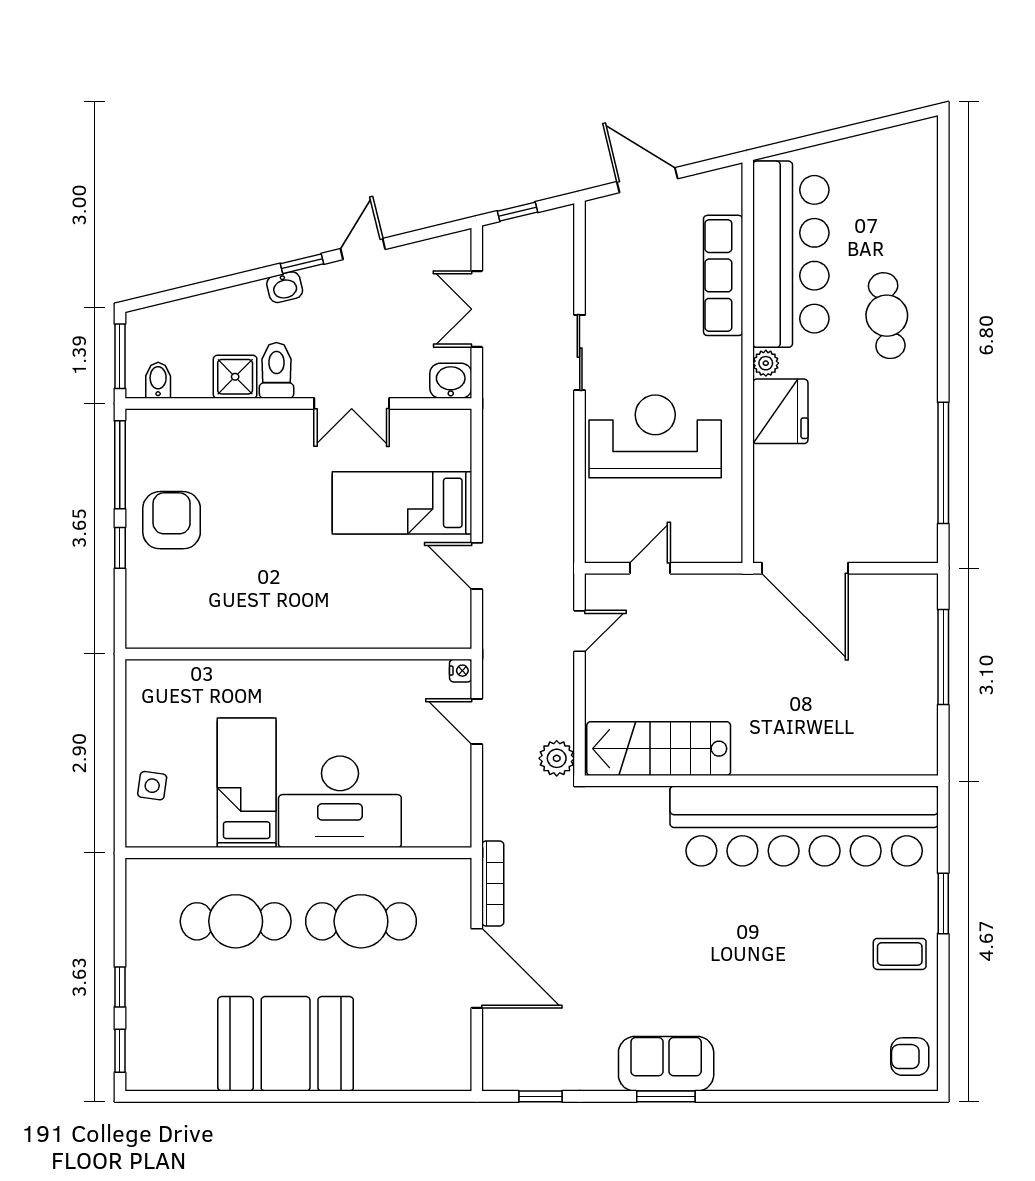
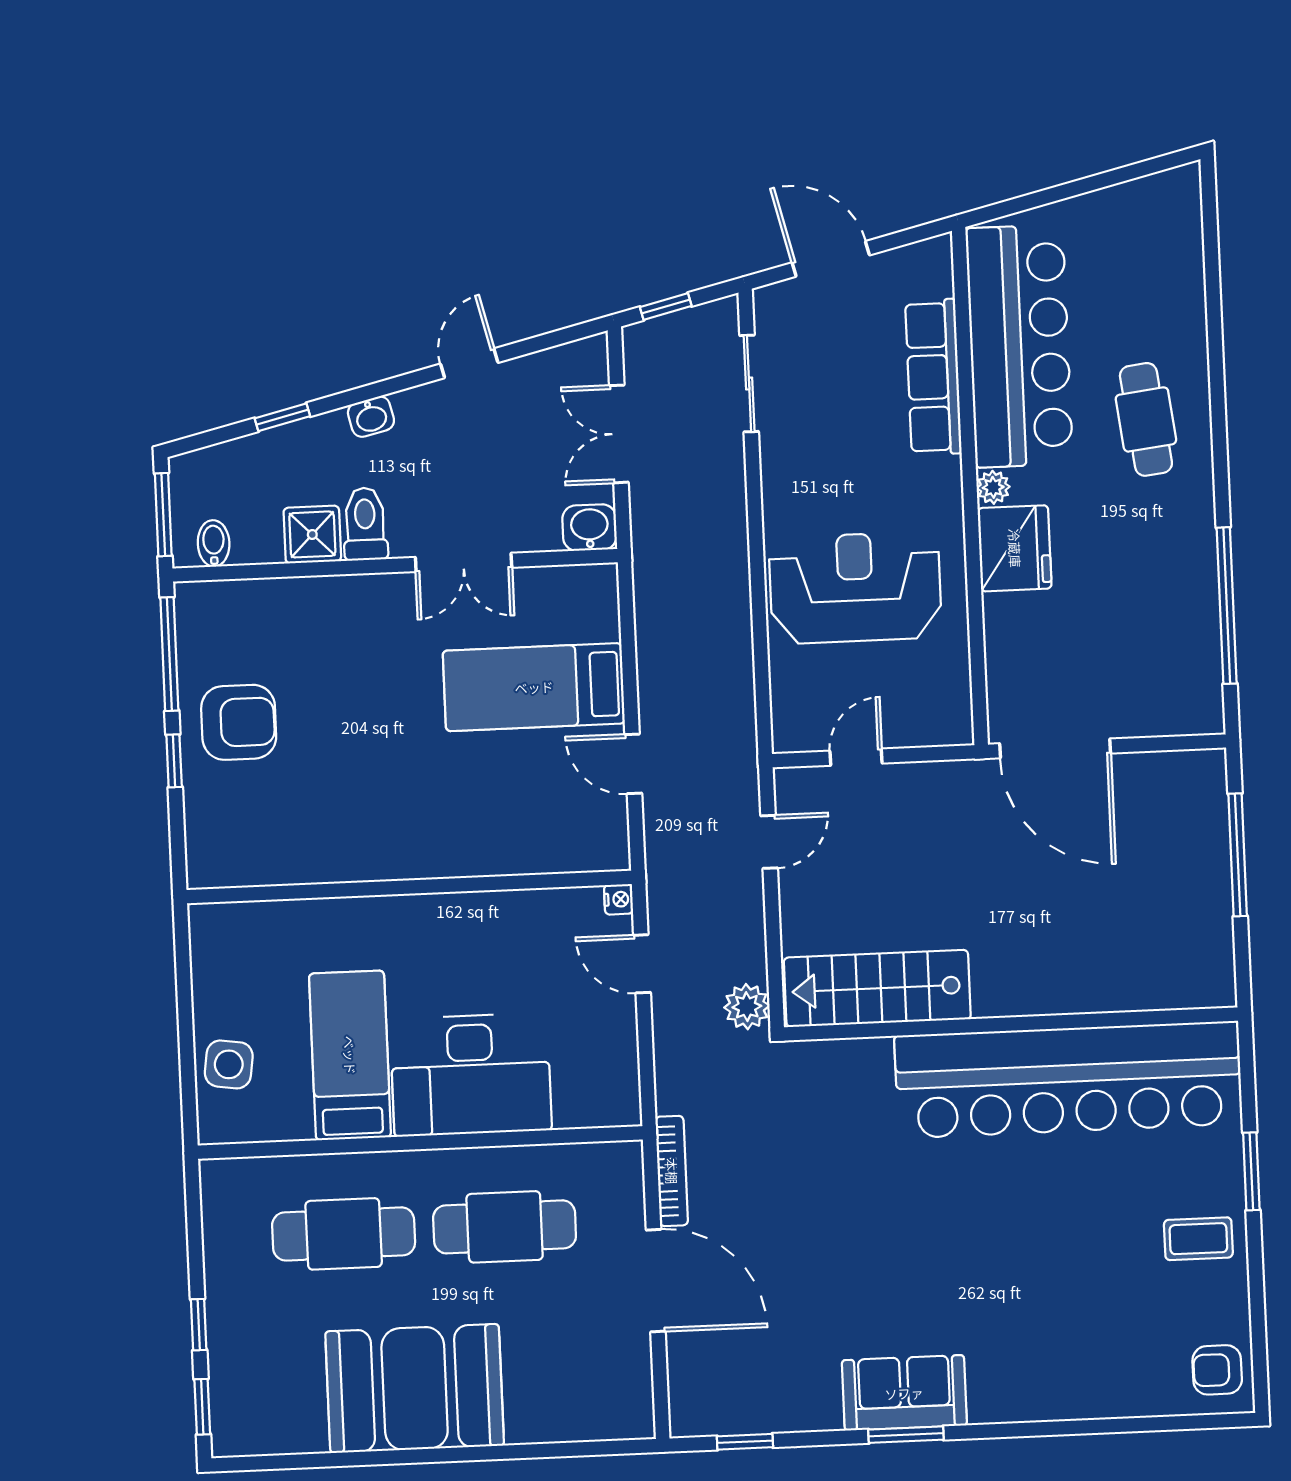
window: (302, 264) -> (282, 417), moved
sliding door: (580, 353) -> (749, 384), moved
armchair: (172, 520) -> (239, 722), turned 90
side table: (152, 786) -> (229, 1064), width x1.37, depth x1.37

